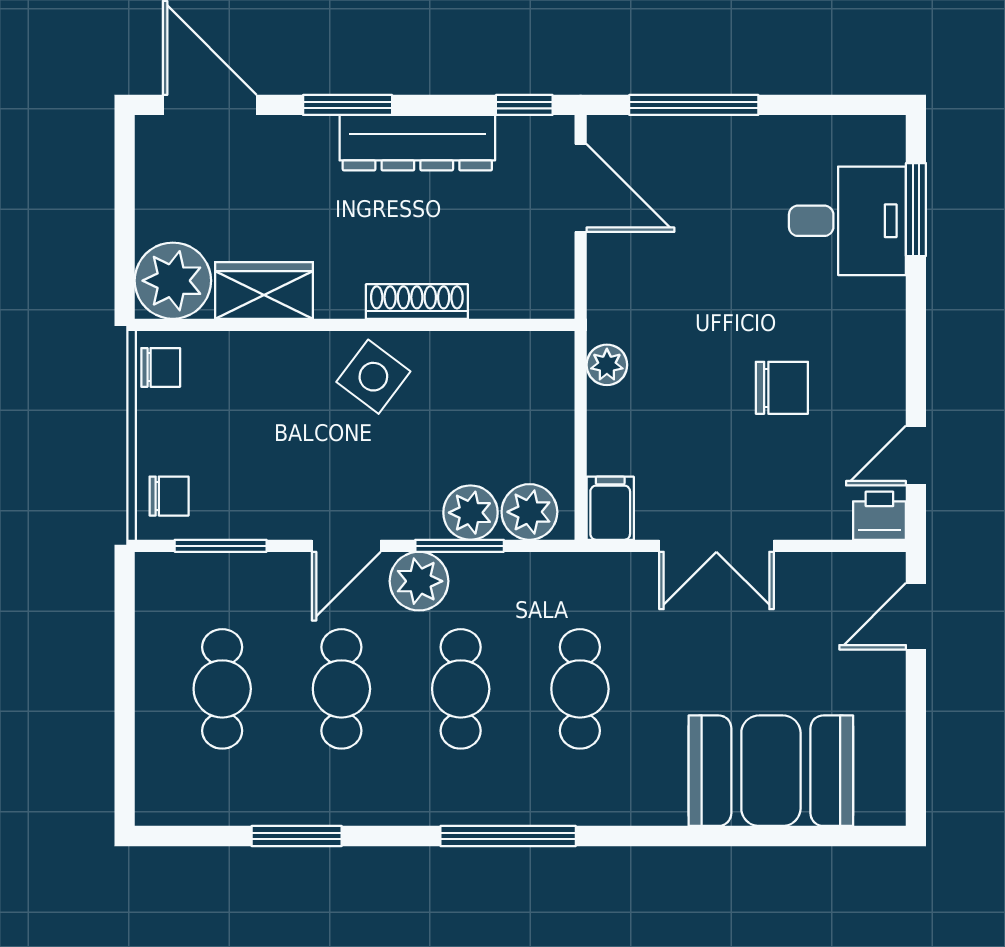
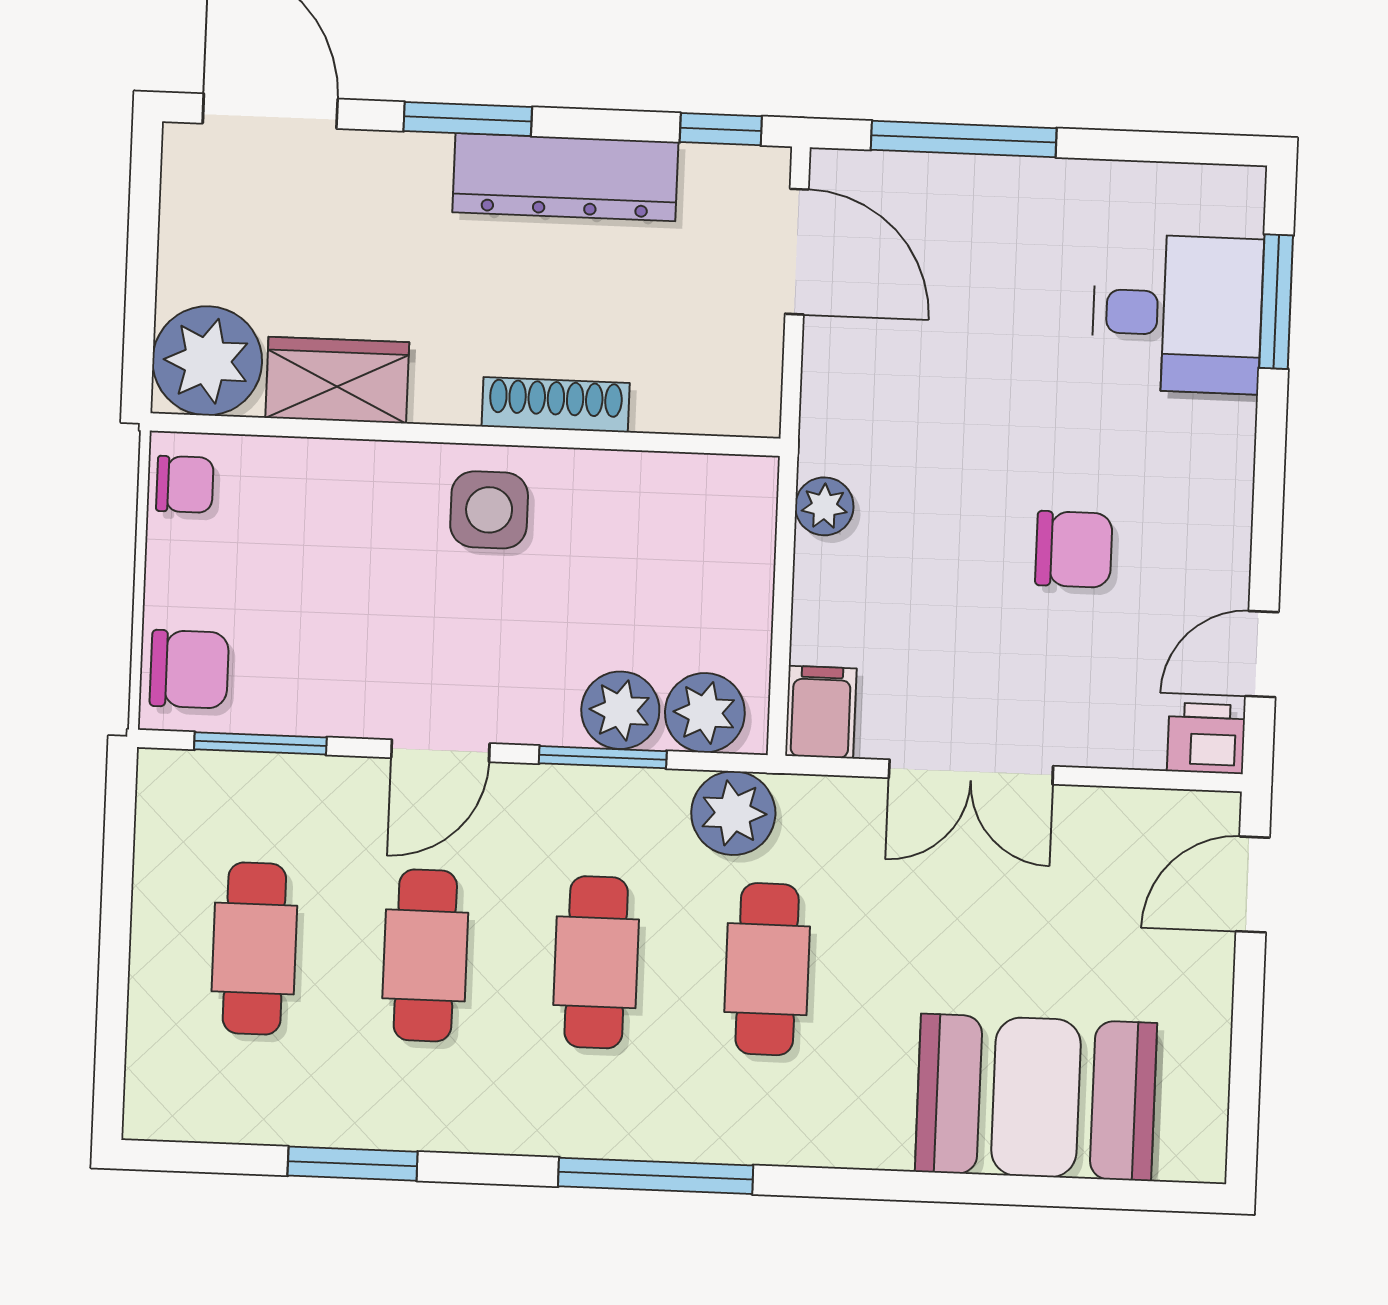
side table: (373, 377) -> (489, 510), turned -37
chair: (169, 496) -> (189, 669), width x1.37, depth x1.37
plant: (419, 581) -> (733, 813), moved

